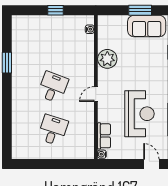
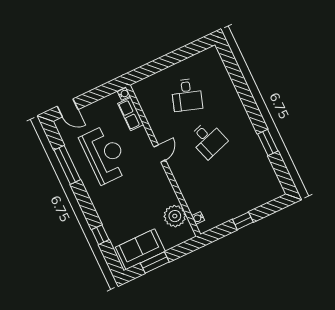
plant: (107, 59) -> (175, 216), moved
desk: (53, 87) -> (208, 140), turned -39
reception desk: (139, 114) -> (105, 154), turned 180

